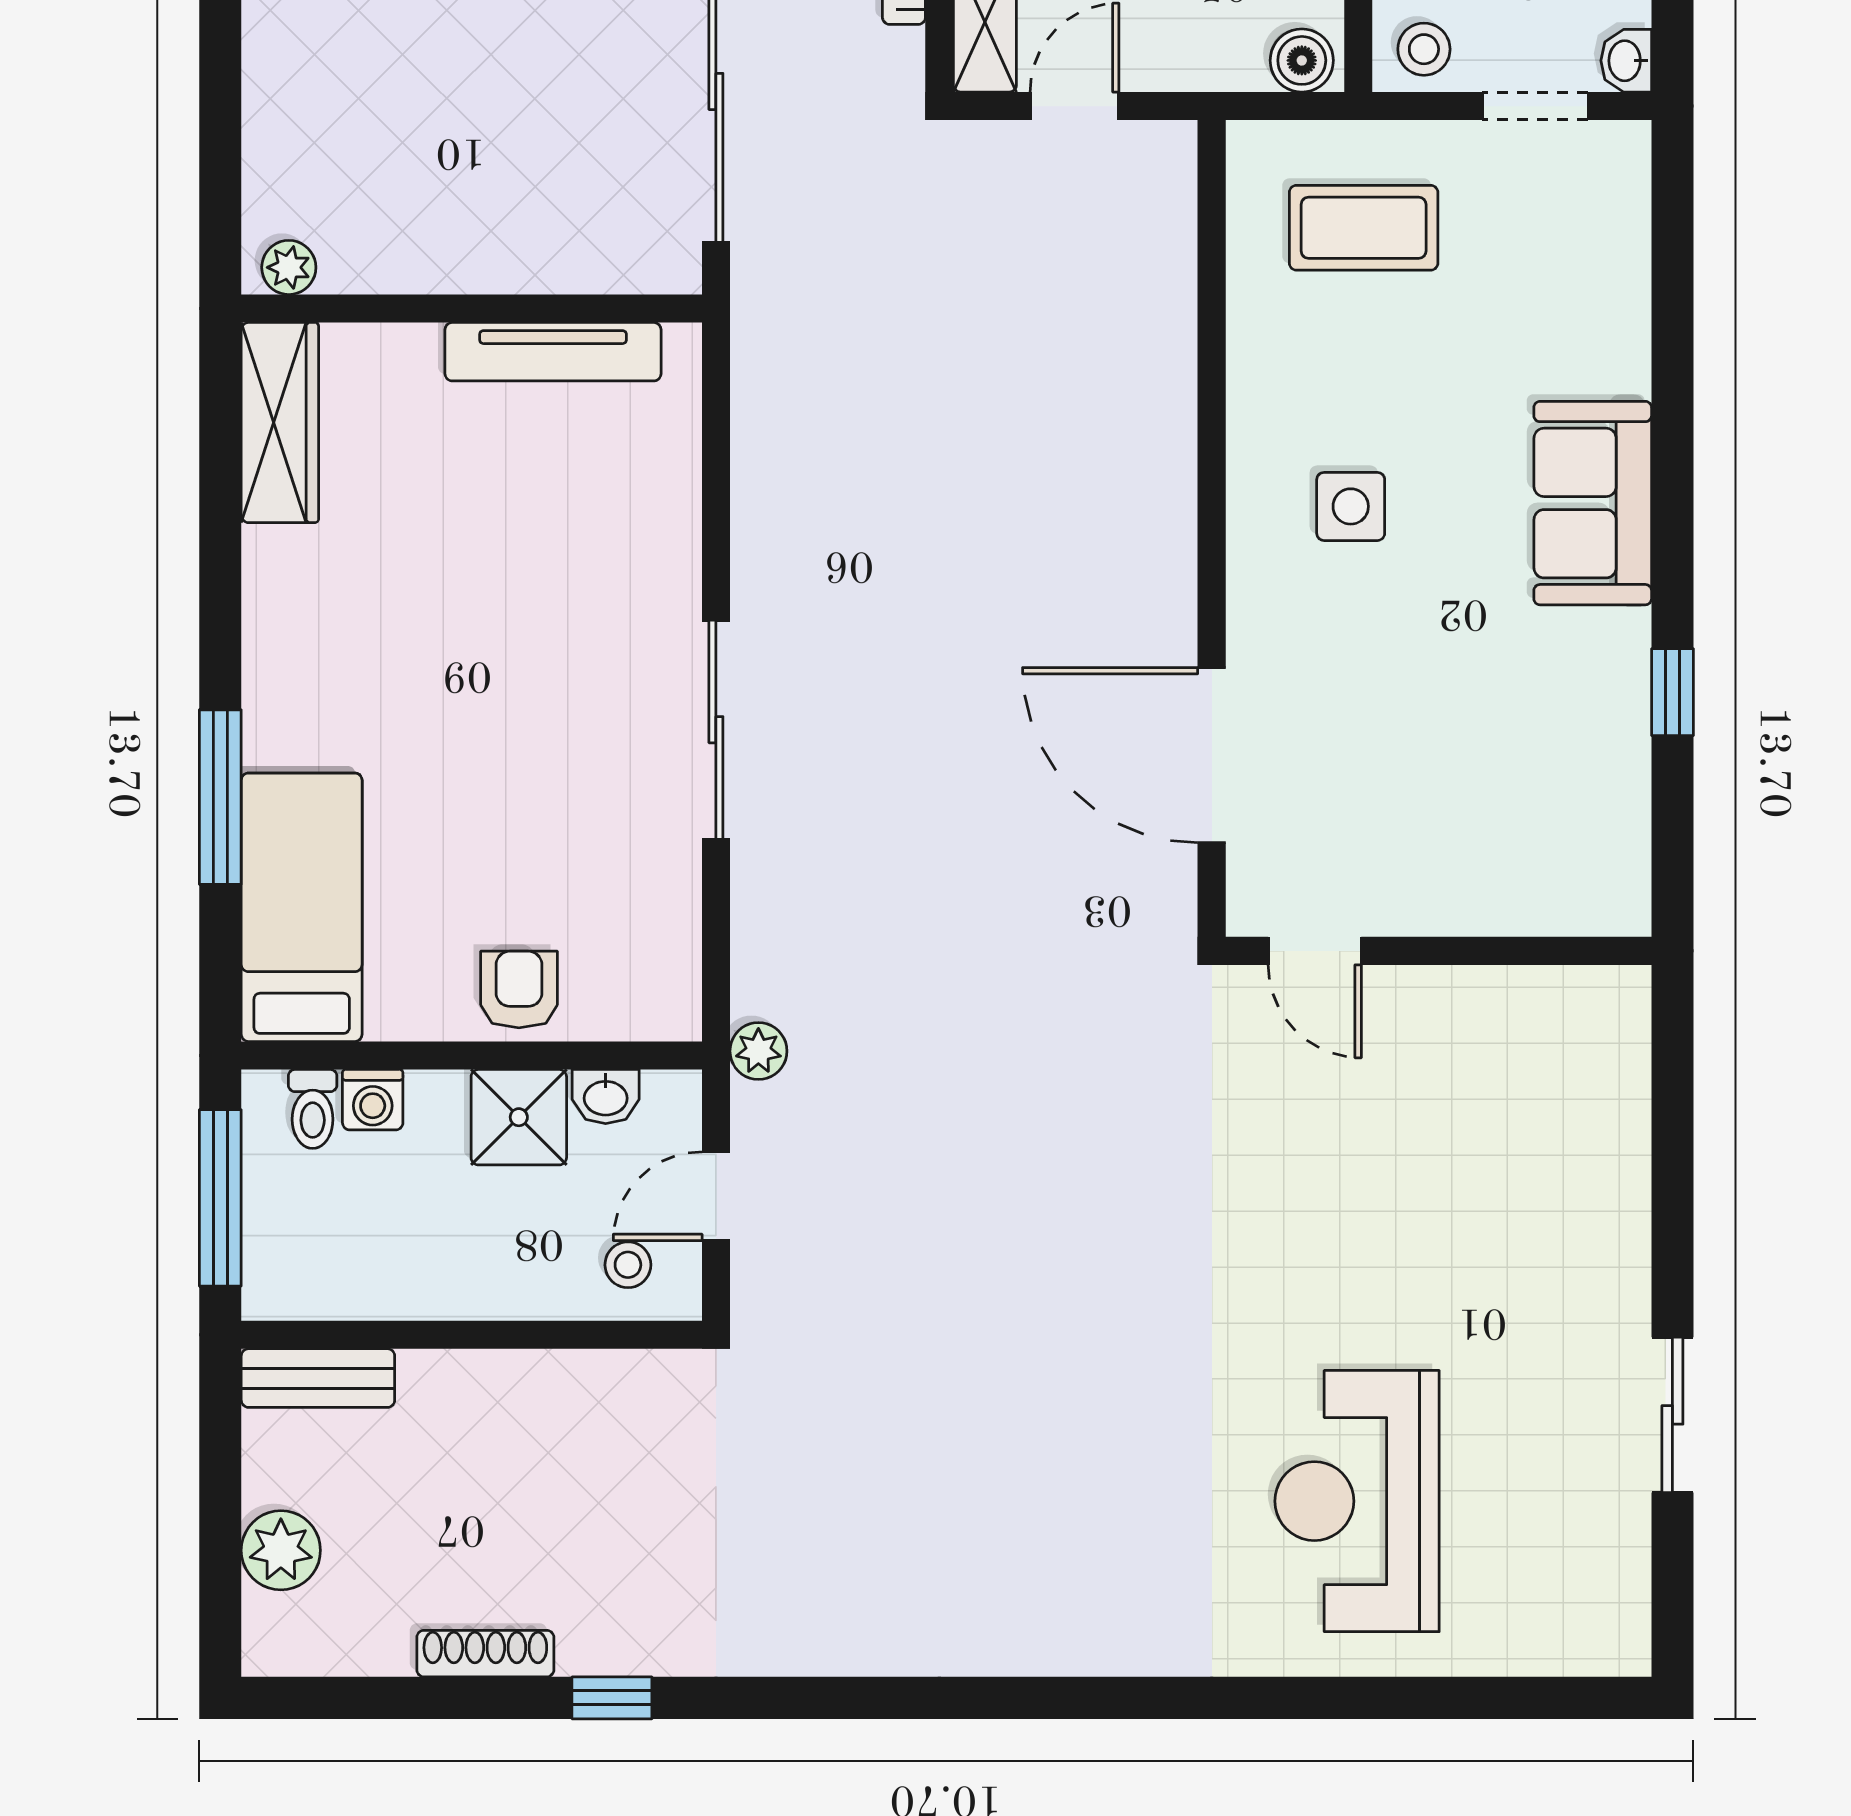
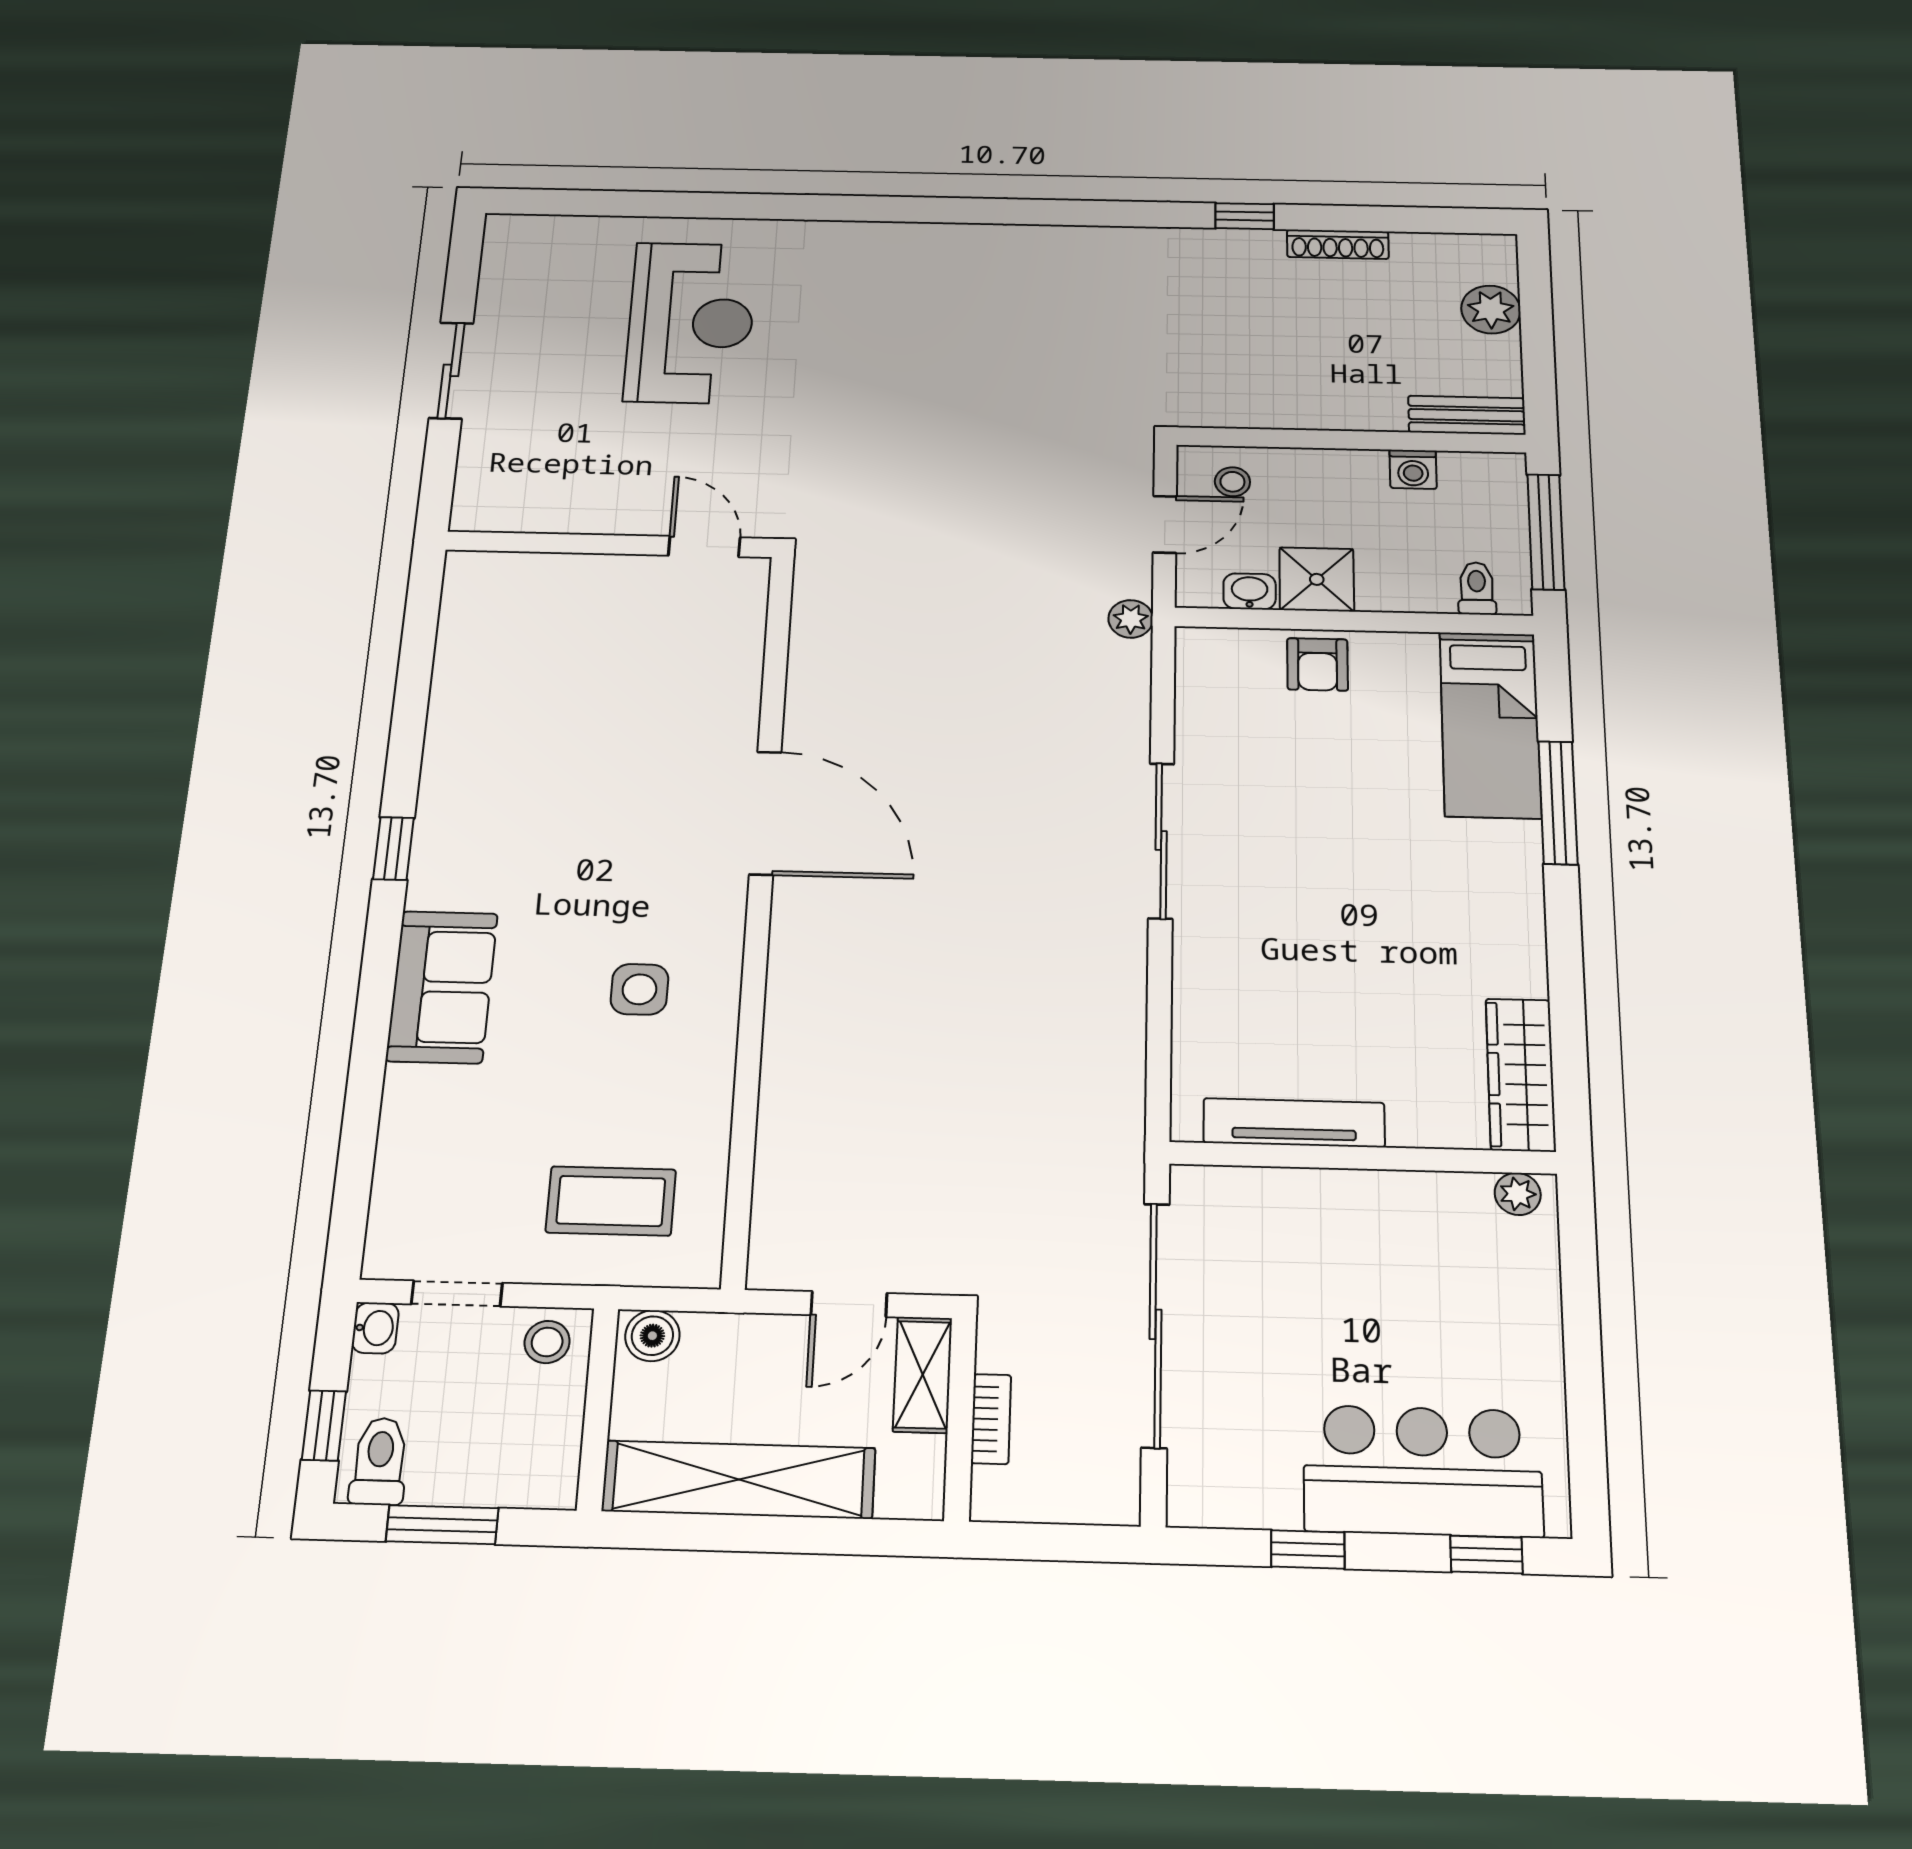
door: (1315, 951) -> (704, 546), moved
wall: (1439, 951) -> (609, 544), moved
washing machine: (373, 1100) -> (1413, 469), moved, turned 180

